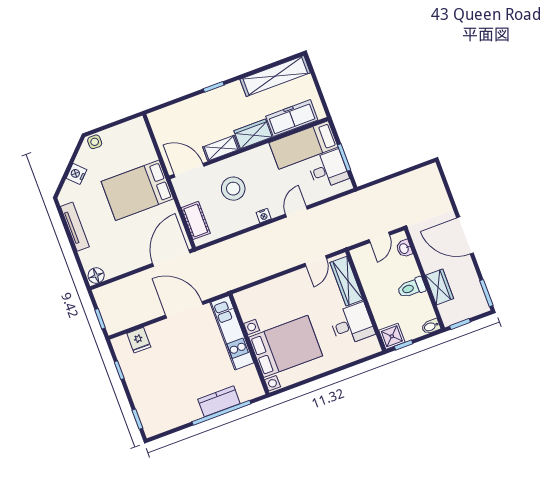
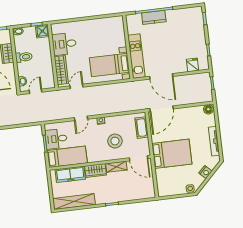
bed with nightstands: (286, 346) -> (110, 65), moved, width x0.73

